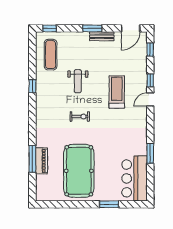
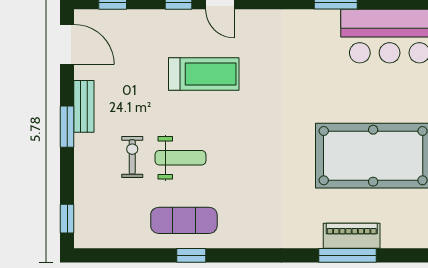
exercise mat: (51, 55) -> (184, 220), moved
treadmill: (117, 92) -> (204, 74), turned 180
exercise bike: (80, 116) -> (132, 157), moved

